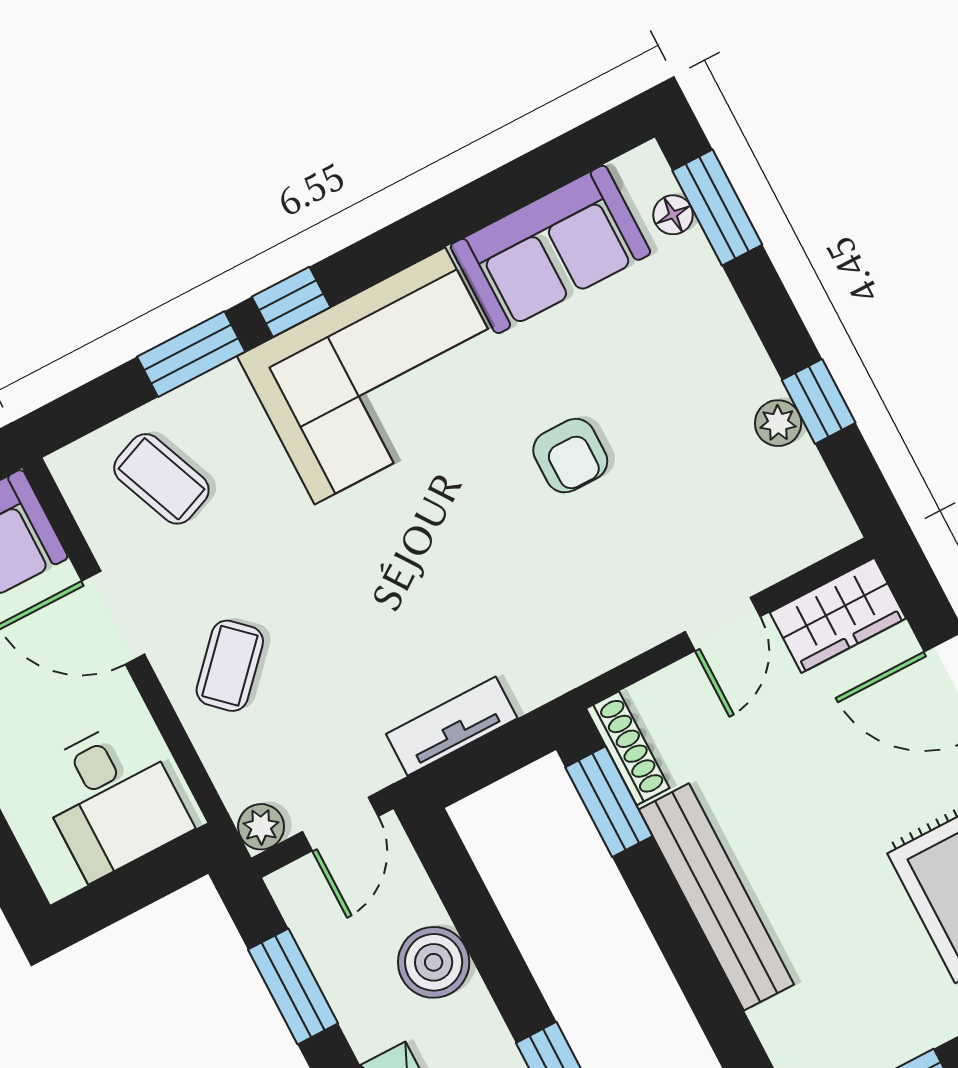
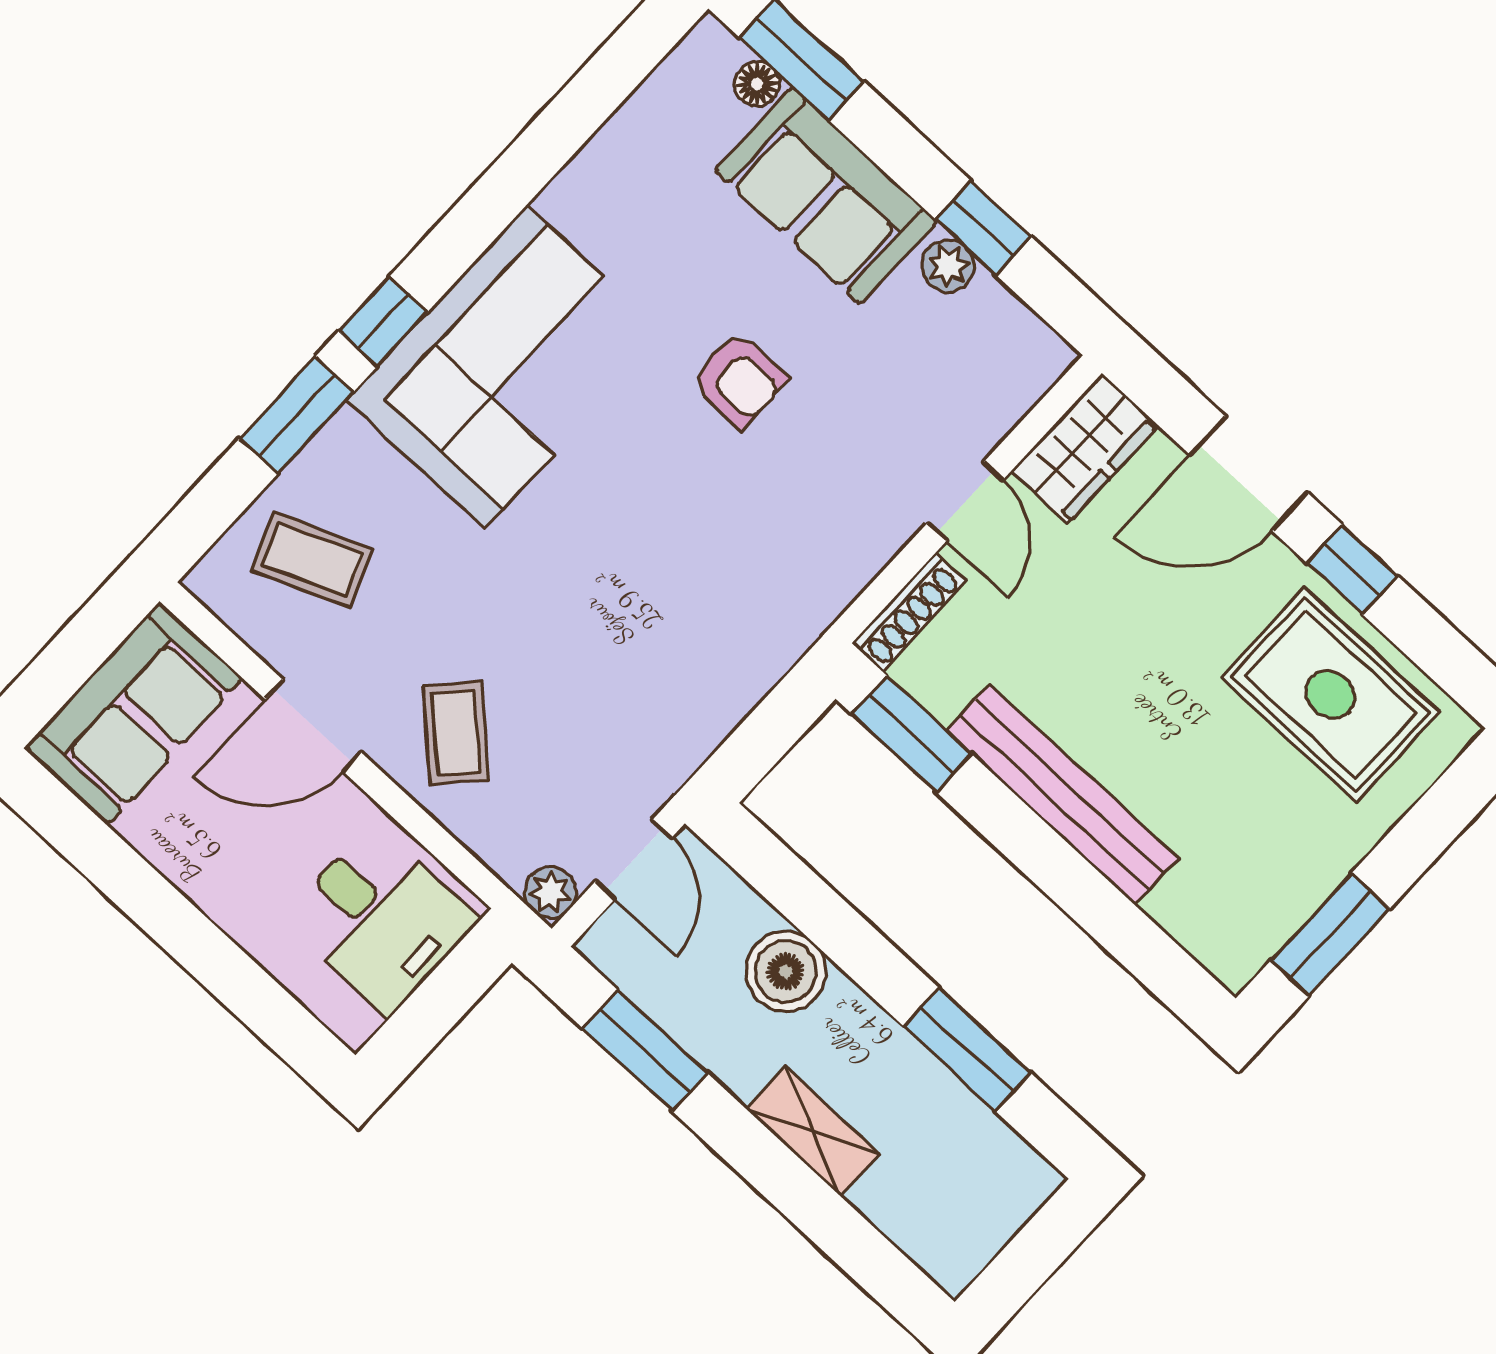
sofa: (550, 249) -> (826, 196), moved, turned 90
tv unit: (452, 726) -> (715, 713), removed
shoe rack: (628, 748) -> (909, 612), moved, turned 90

